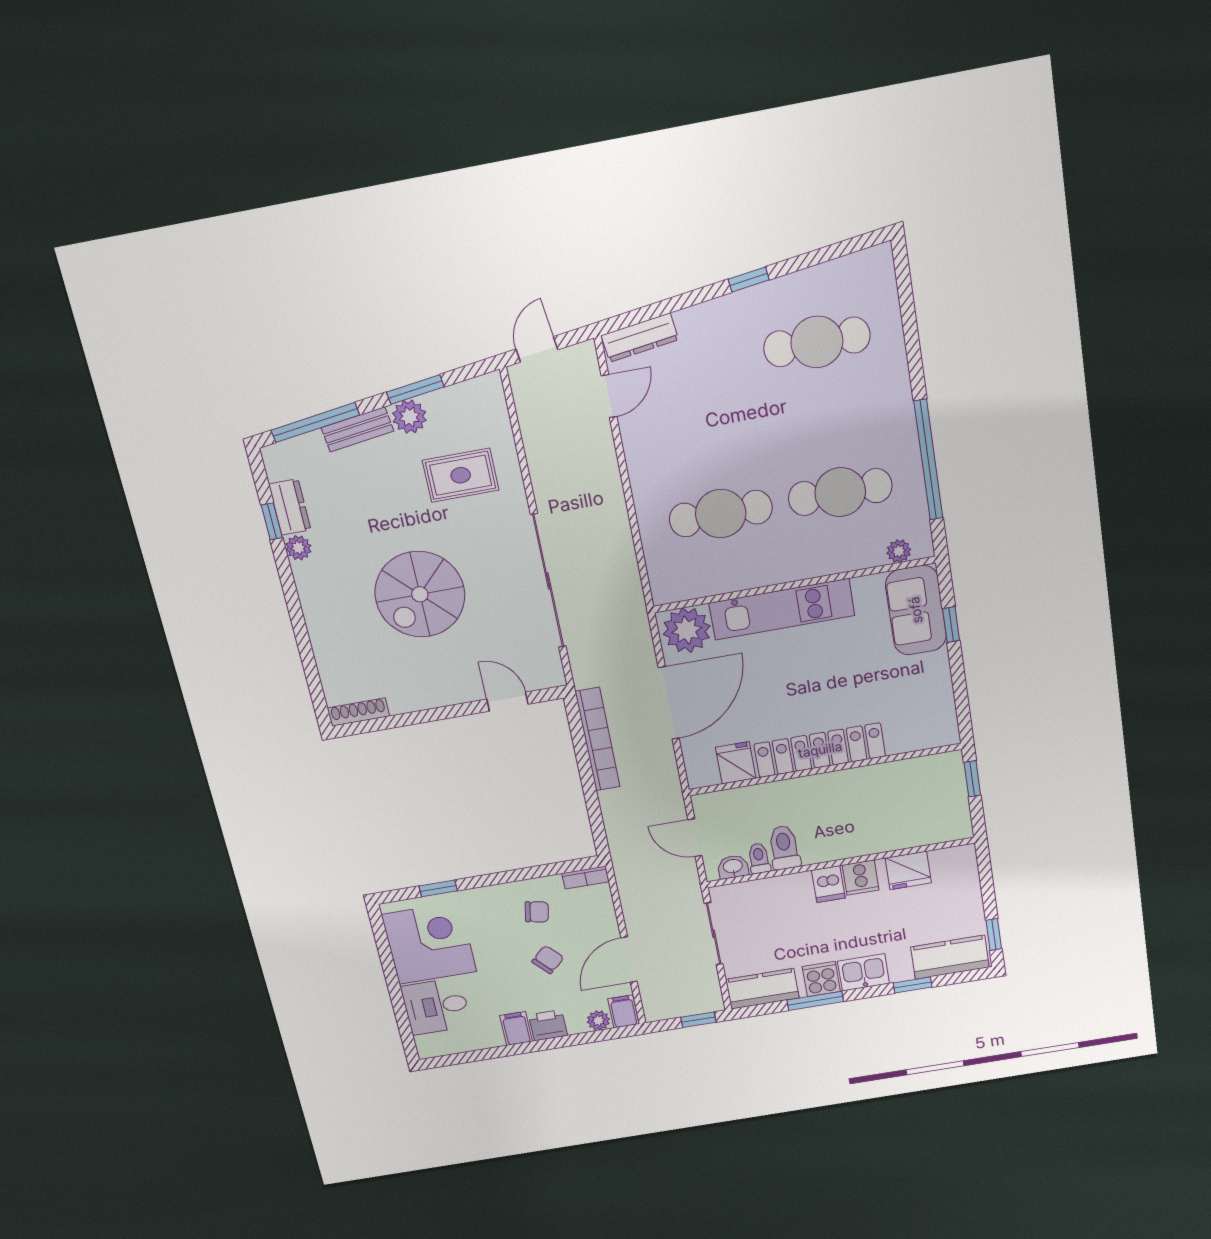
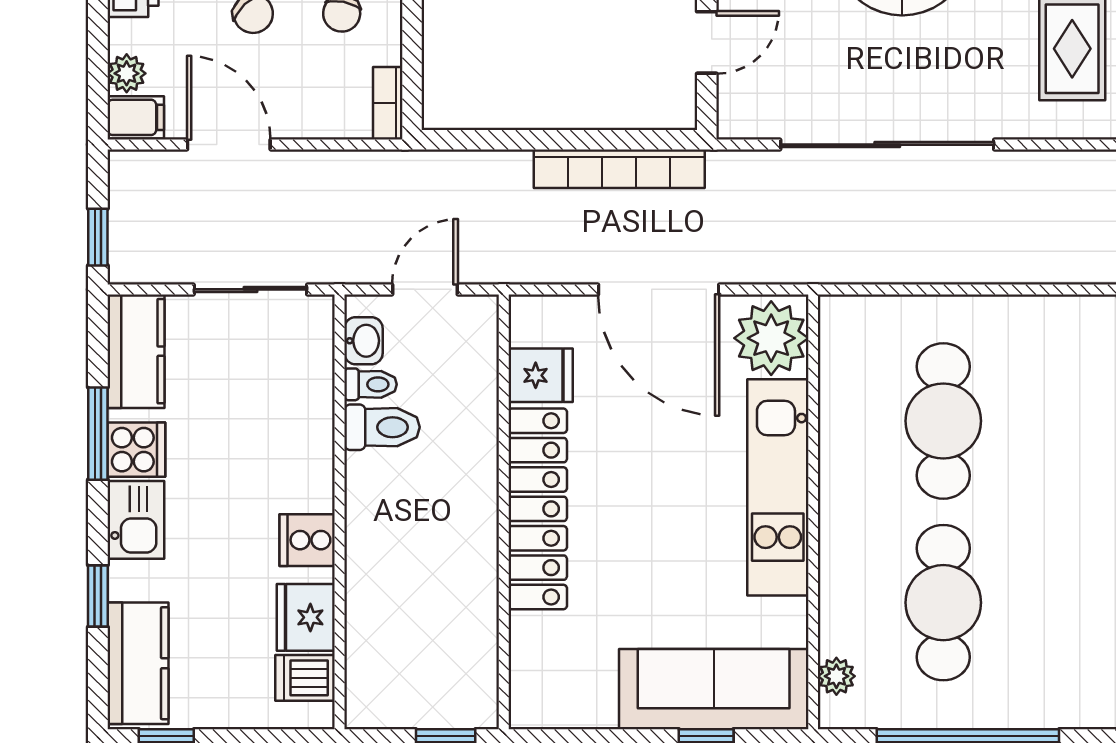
sofa: (916, 610) -> (714, 689), width x1.36
dishwasher: (828, 884) -> (305, 678), moved

